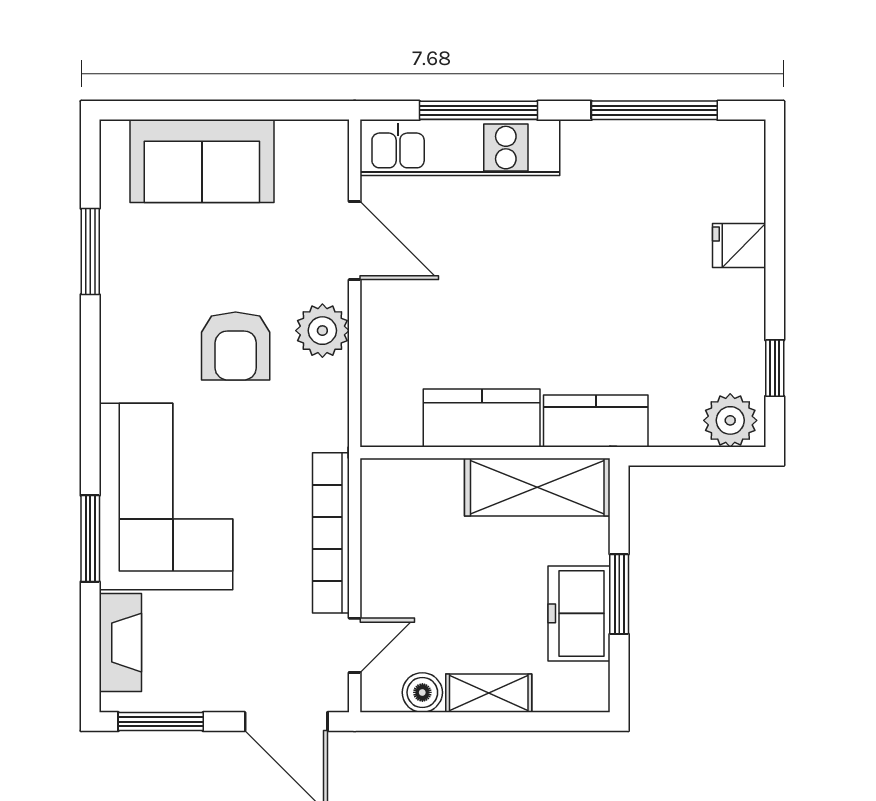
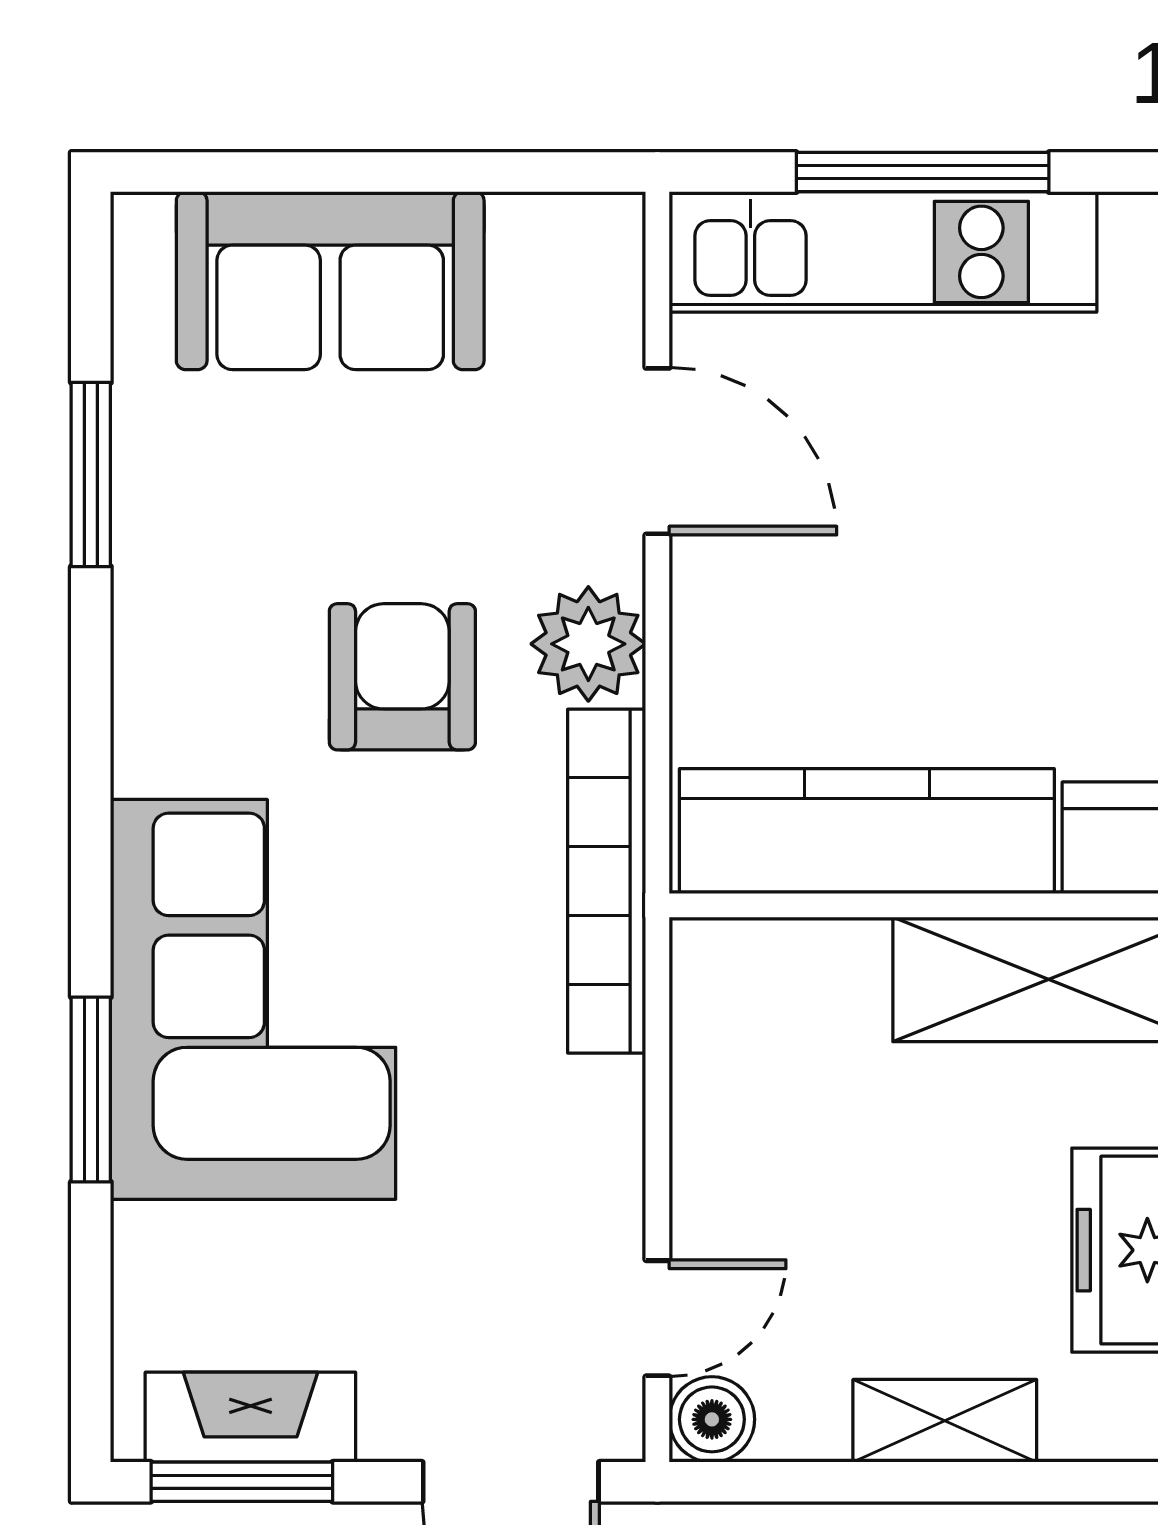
armchair: (236, 346) -> (402, 677), turned 180
kitchen counter: (482, 418) -> (867, 831), width x1.50
bookcase: (331, 533) -> (607, 881), moved
fireplace: (120, 643) -> (250, 1417), moved, turned -90
boiler: (422, 692) -> (712, 1419), moved

